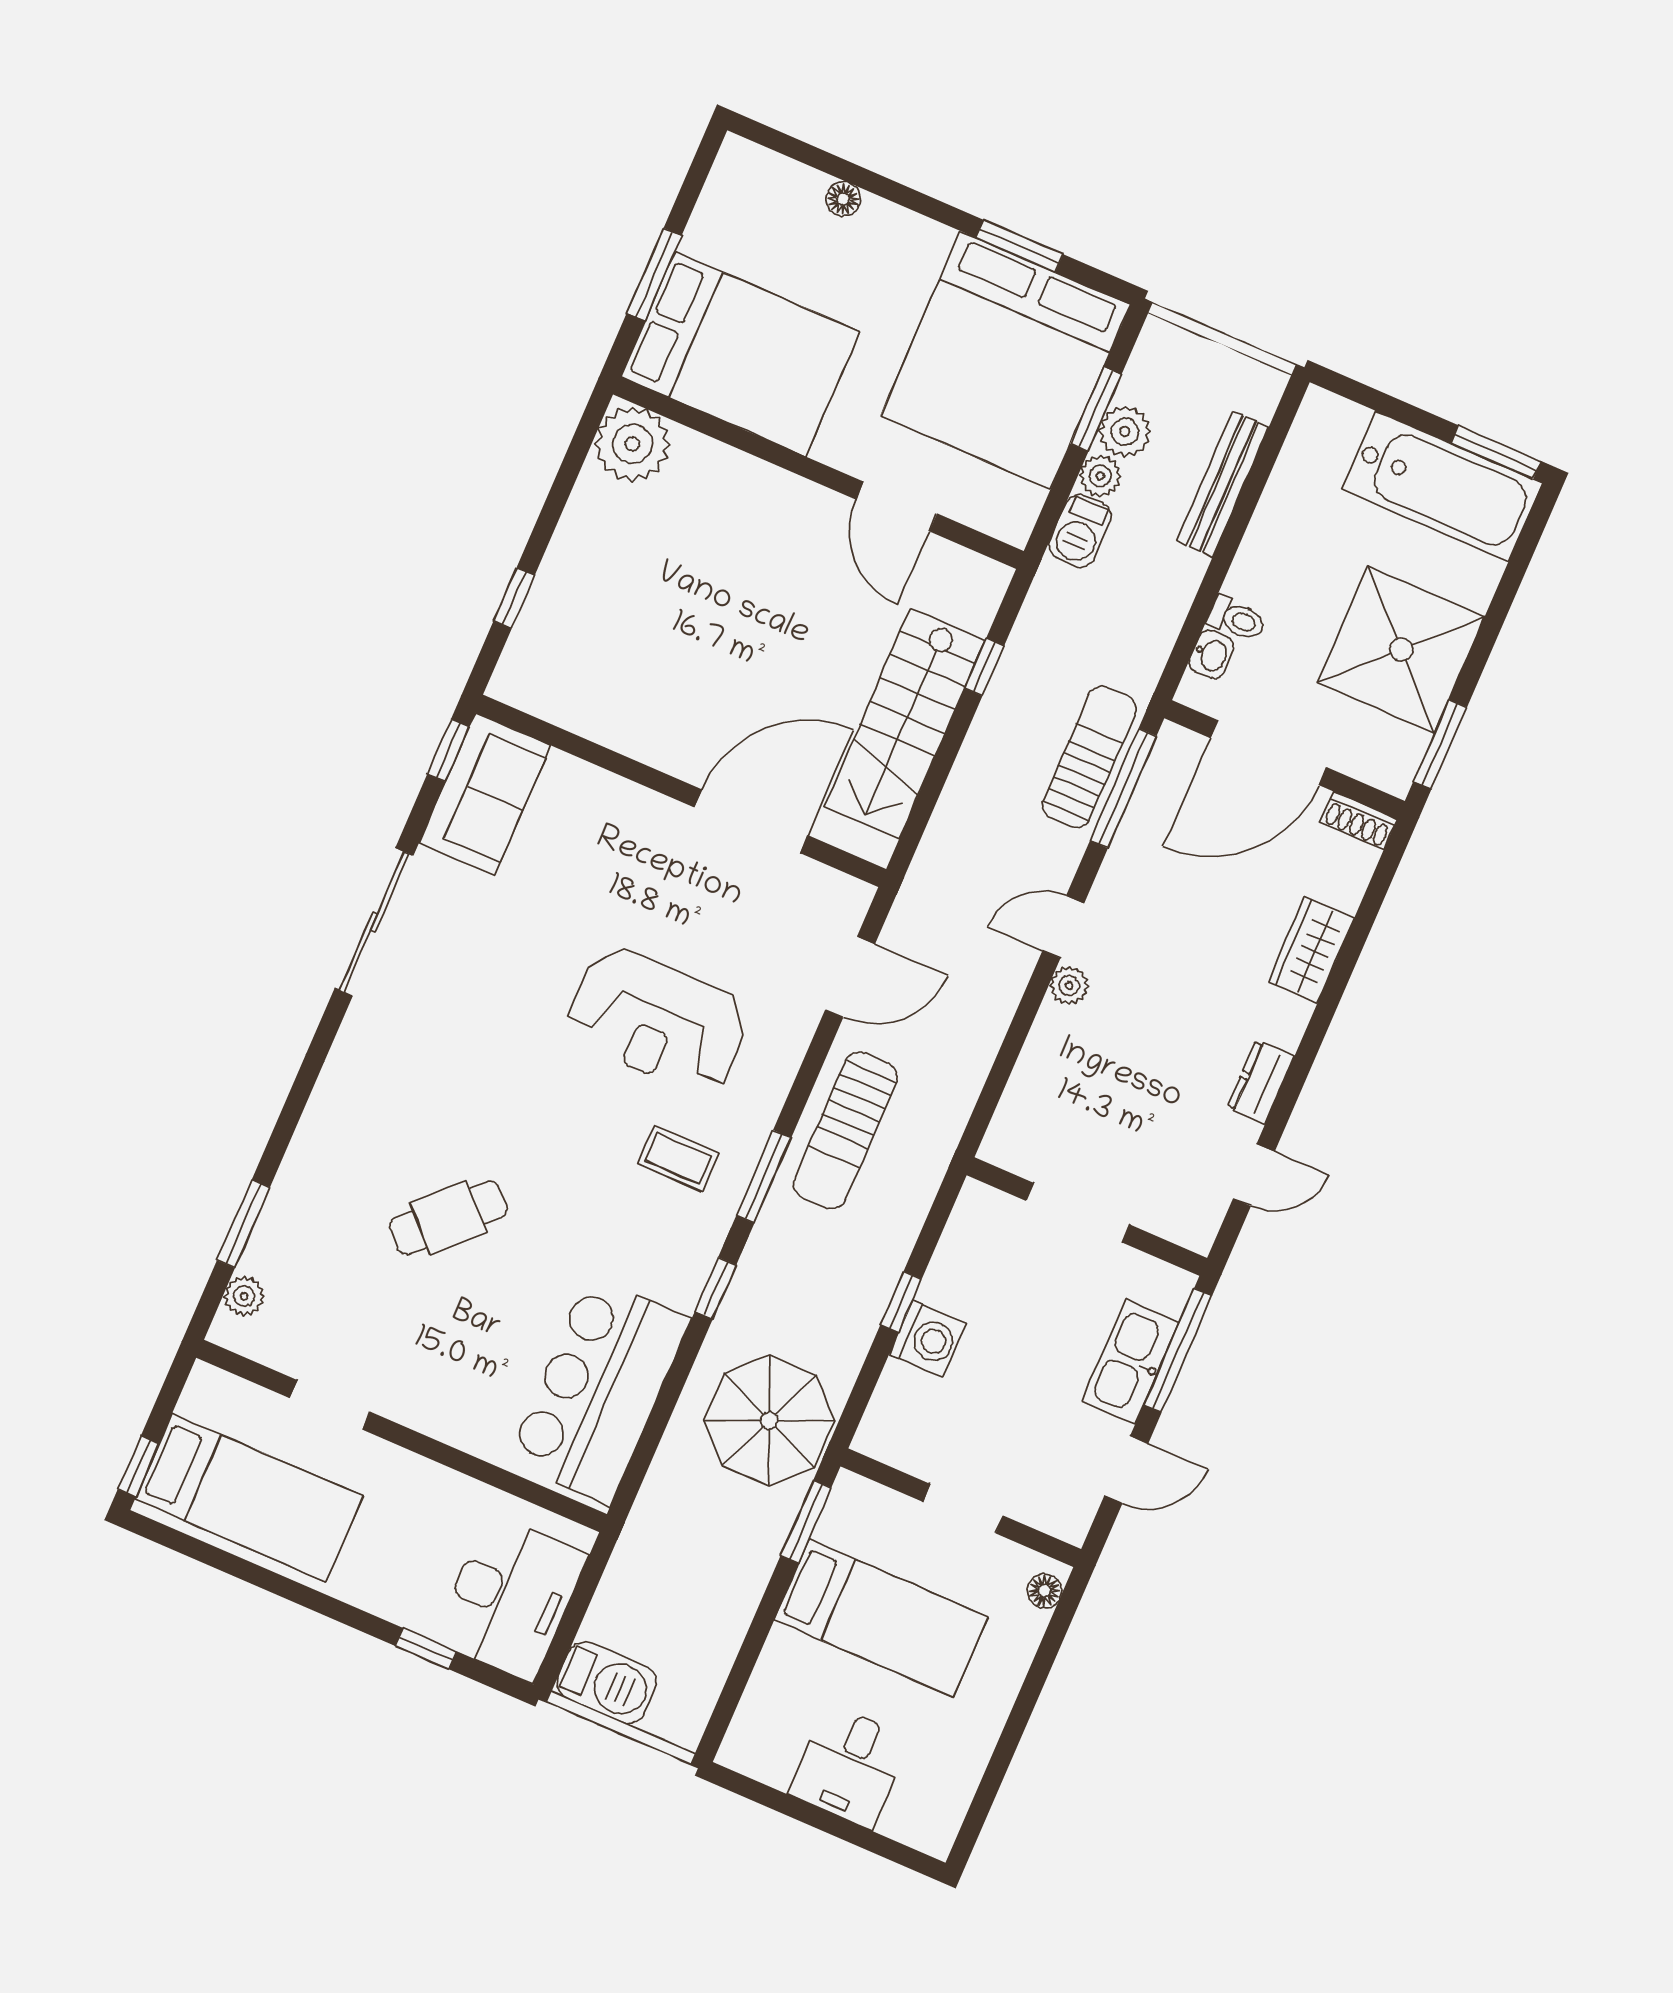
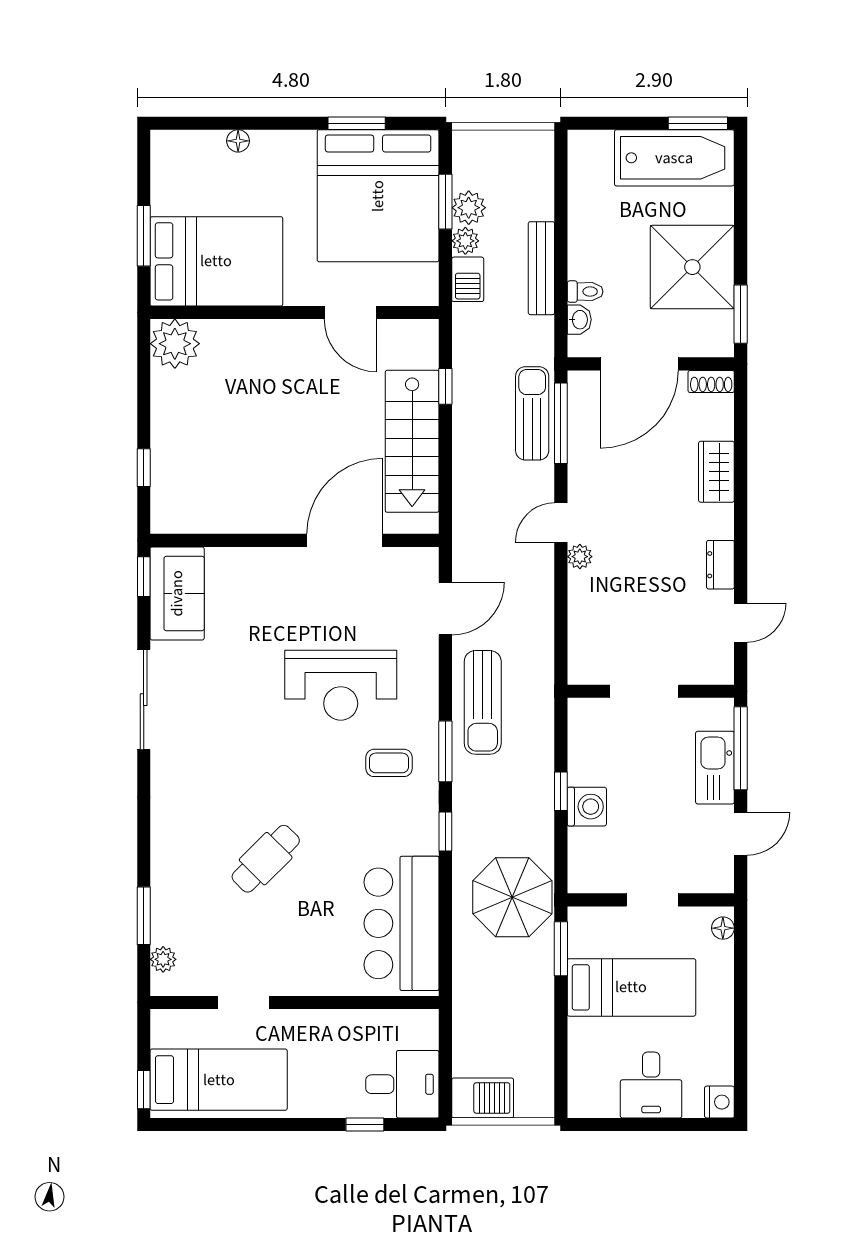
bench: (1223, 484) -> (541, 268), moved
desk: (510, 1597) -> (402, 1084), width x0.73
nightstand: (935, 1832) -> (719, 1102), added

